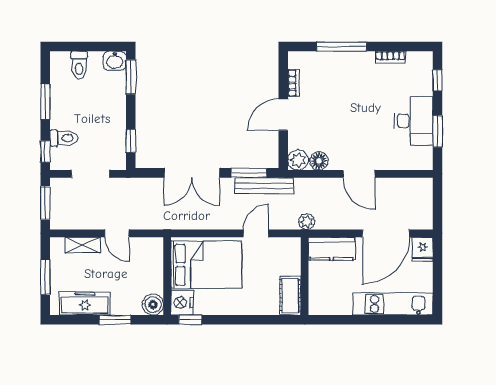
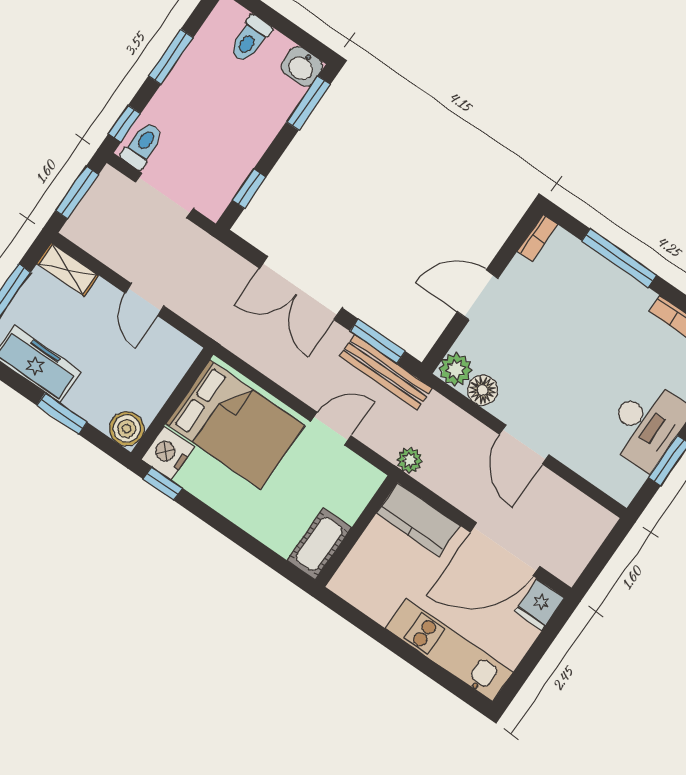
bookcase: (293, 83) -> (537, 238), moved
toilet: (64, 138) -> (142, 145), moved, turned -90
shelving: (83, 245) -> (68, 270), moved

